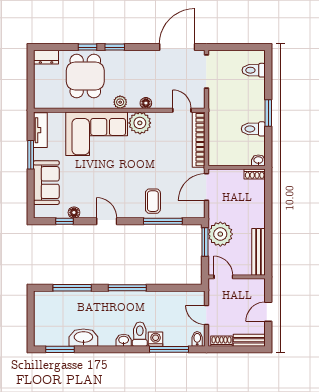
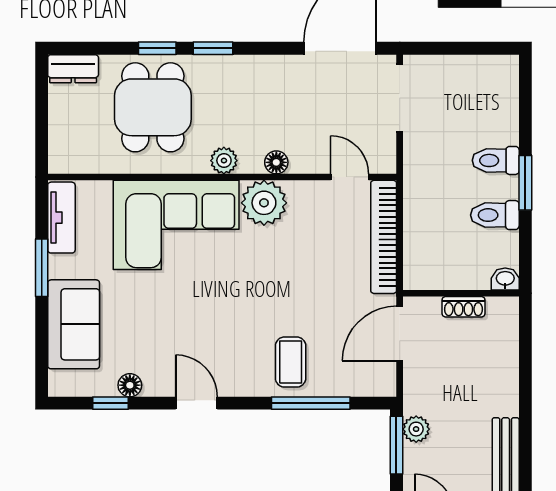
toilet: (254, 70) -> (496, 160), moved
shoe rack: (255, 174) -> (463, 307), moved
plant: (220, 234) -> (416, 429), width x0.53, depth x0.53

